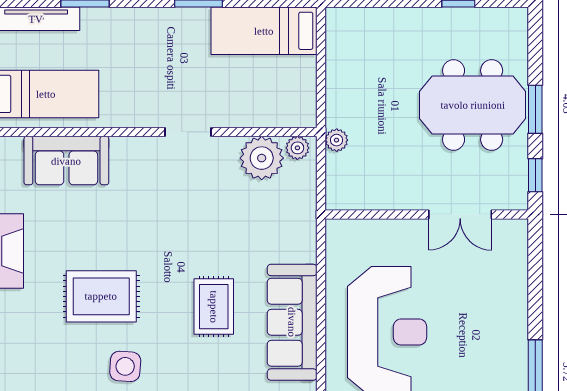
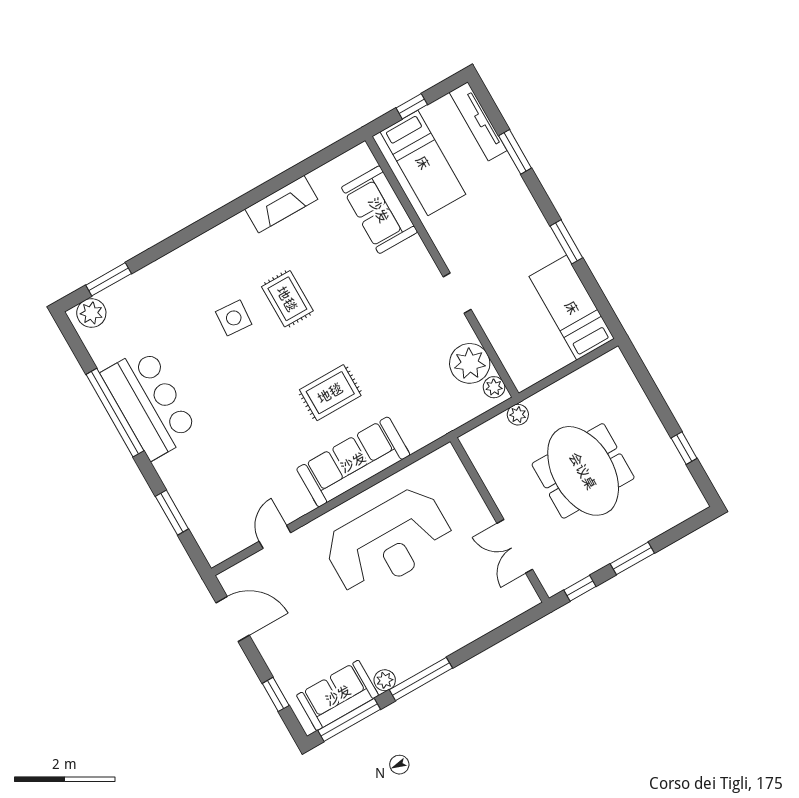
meeting table: (473, 105) -> (583, 471), moved
rug: (101, 296) -> (287, 299), width x0.73, depth x0.70
side table: (125, 366) -> (234, 318), moved

